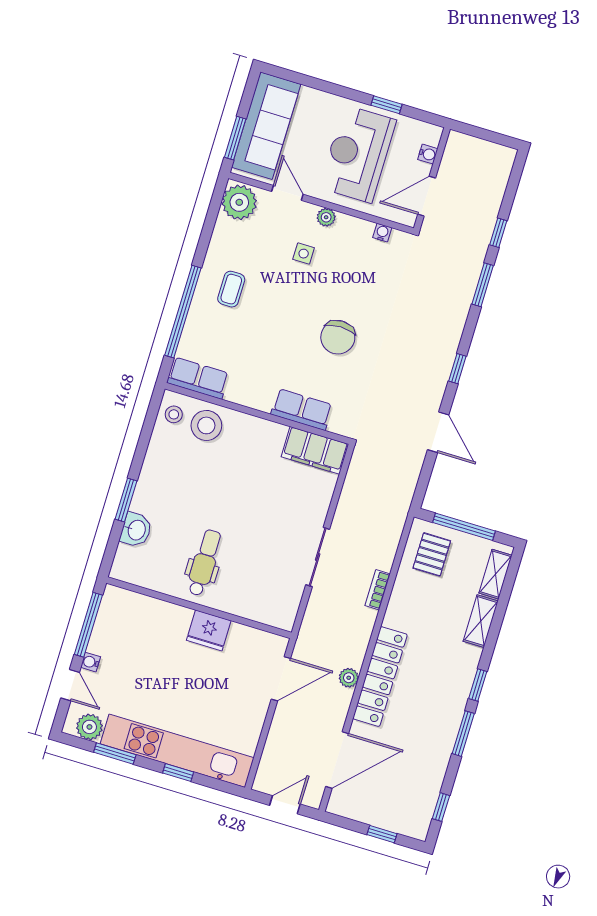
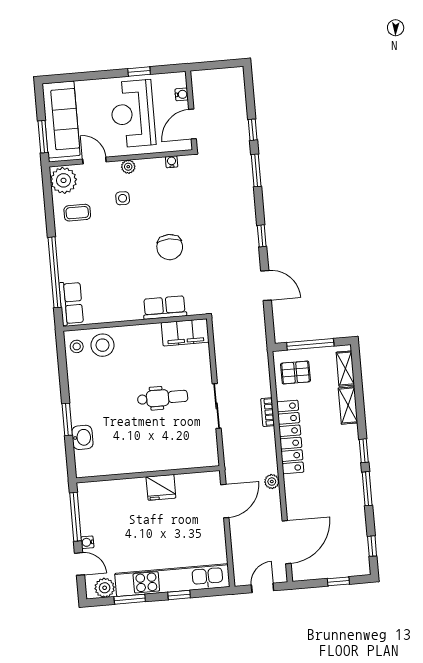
coffee table: (231, 289) -> (77, 213), moved, turned 90
row of seats: (198, 378) -> (71, 303), moved, turned 90
pallet: (432, 554) -> (295, 372), turned 90
dental chair: (204, 563) -> (163, 398), moved, turned 90
locker: (380, 677) -> (290, 437), moved

